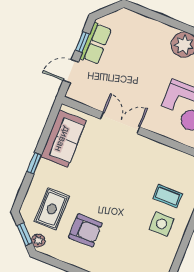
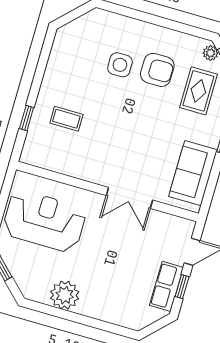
side table: (162, 224) -> (120, 65), moved
armchair: (85, 230) -> (157, 70), turned 180

